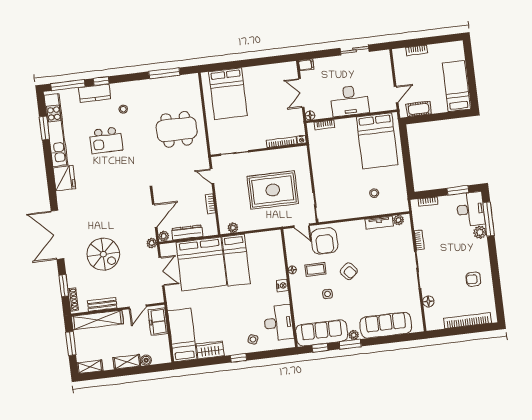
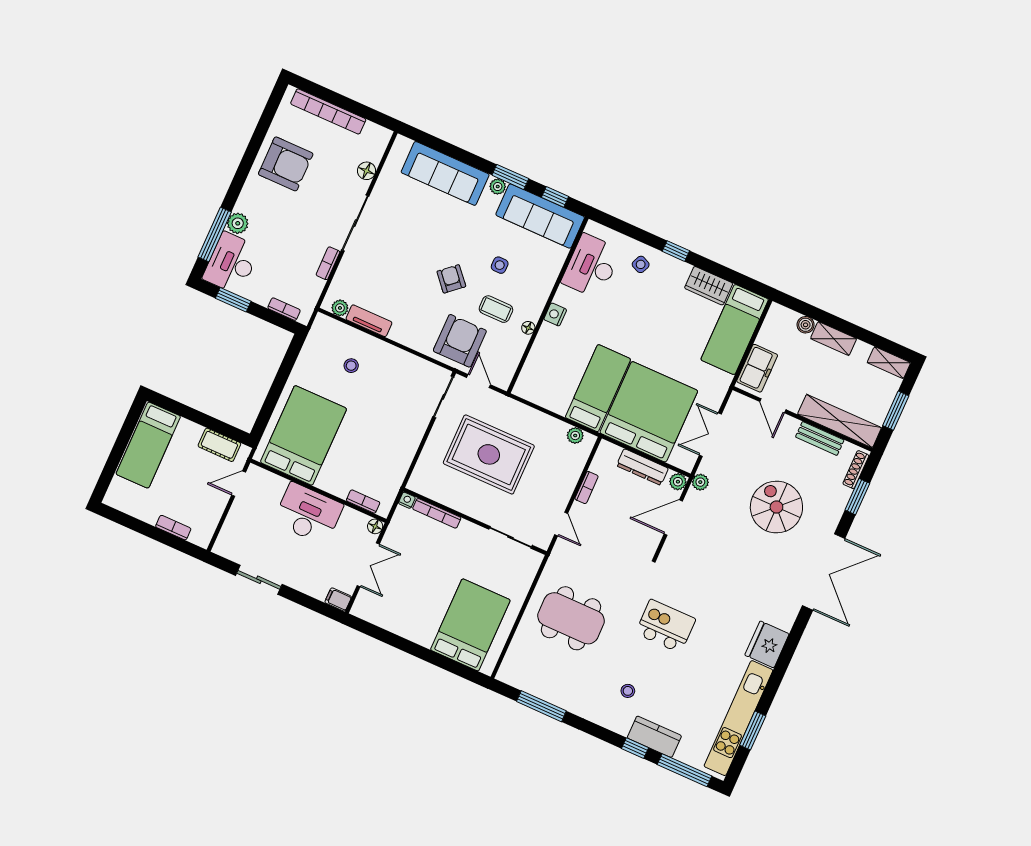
kitchen island: (106, 140) -> (665, 626), moved
armchair: (473, 279) -> (286, 164), width x1.88, depth x1.88
door: (138, 307) -> (773, 406), swing flipped

